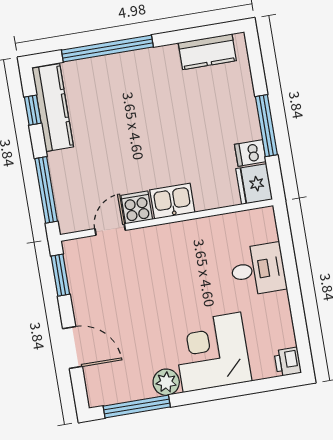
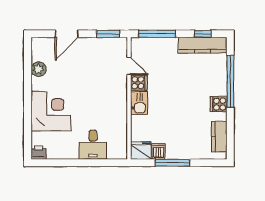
cooker: (151, 62) -> (219, 104), added
plant: (166, 382) -> (38, 69), moved
window: (137, 407) -> (28, 64), removed

